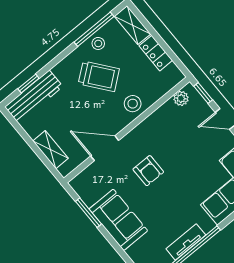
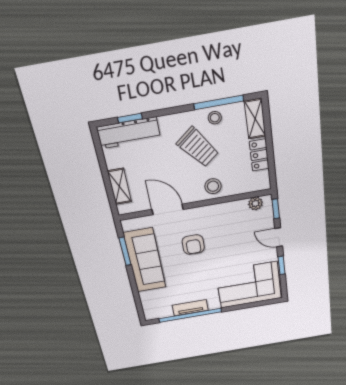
sofa: (118, 220) -> (145, 260), width x1.36

